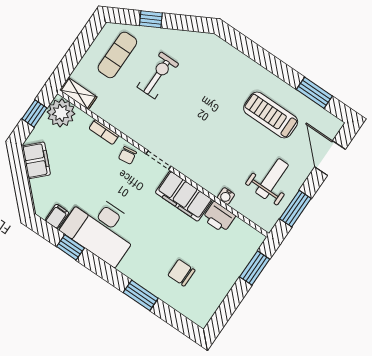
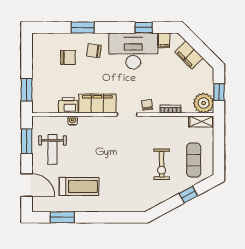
filing cabinet: (36, 160) -> (189, 55), moved
chair: (146, 260) -> (94, 51), added

